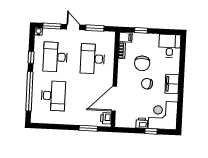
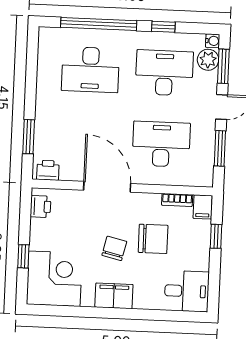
plant: (48, 34) -> (208, 60), added
chair: (142, 63) -> (153, 239), turned 180
door: (114, 99) -> (107, 187), moved
printer: (142, 123) -> (40, 206), moved

